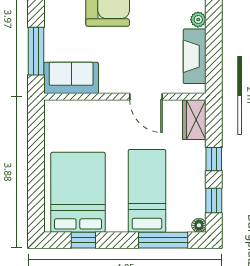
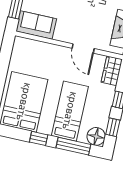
floor lamp: (199, 225) -> (96, 136), width x1.89, depth x1.89
window: (83, 240) -> (39, 138), moved

